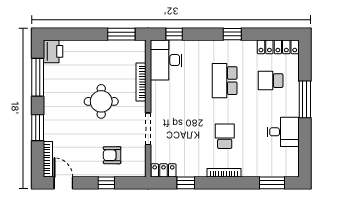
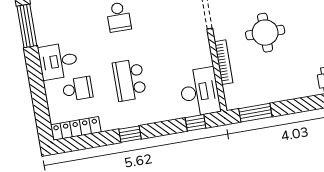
school desk: (225, 81) -> (129, 80), turned 180
window: (305, 99) -> (27, 26), moved
desk: (283, 132) -> (58, 61), moved

